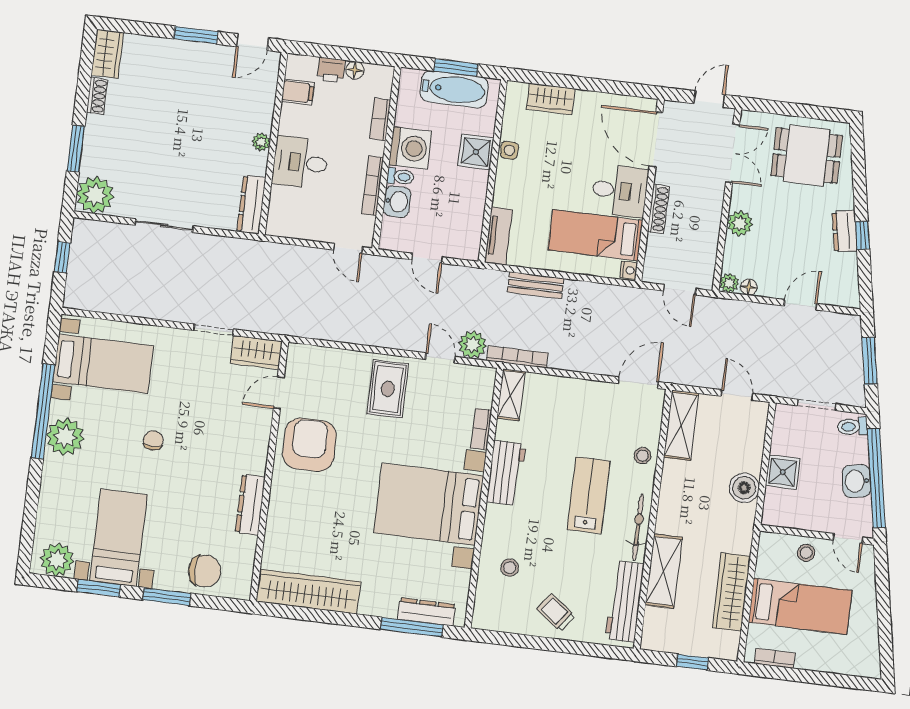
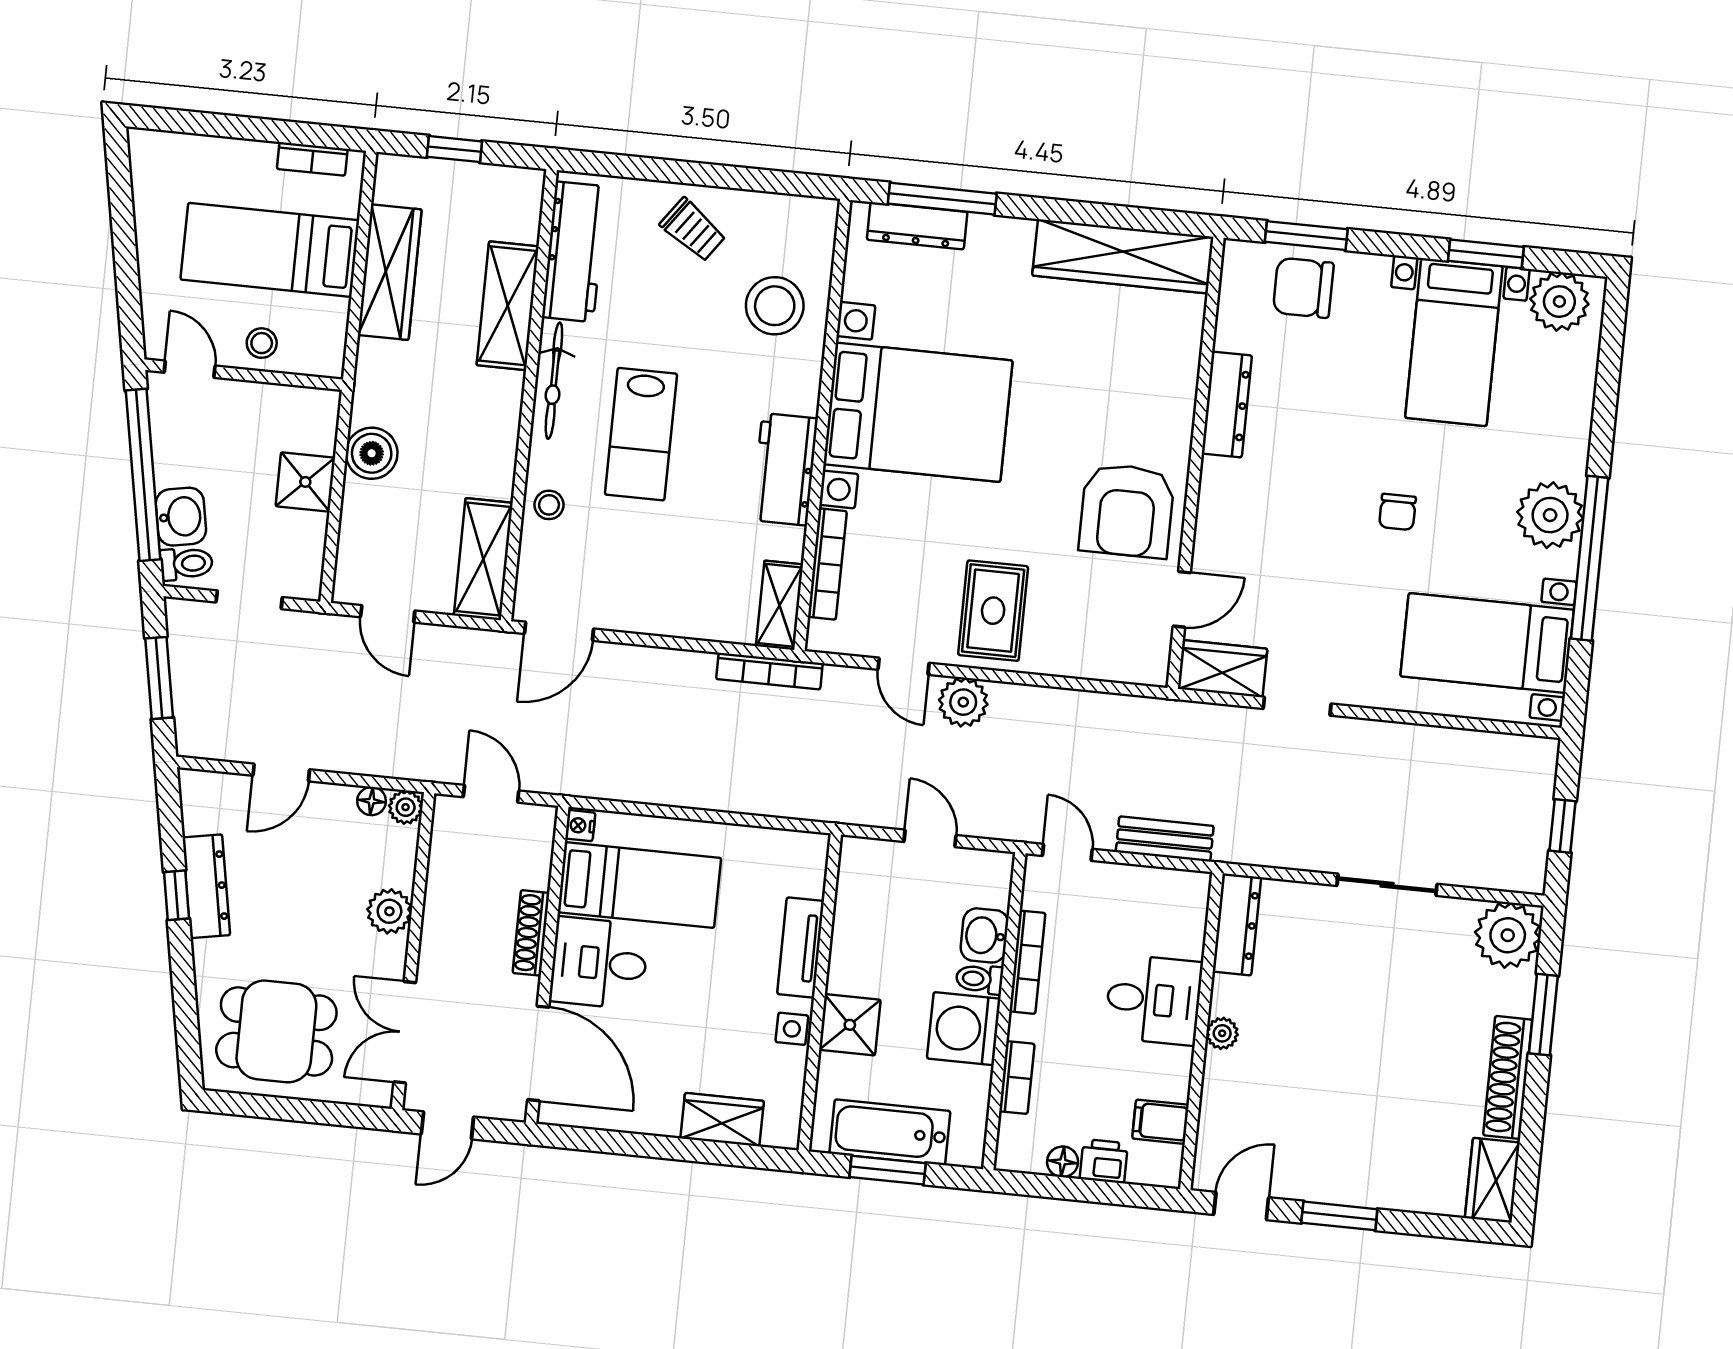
shoe rack: (97, 96) -> (1508, 1077), width x1.94, depth x1.24
dresser: (845, 231) -> (206, 886), width x1.44
tv unit: (498, 236) -> (801, 948), moved
bench: (536, 285) -> (1165, 839), moved
plant: (472, 345) -> (963, 702), moved
bookcase: (481, 429) -> (827, 564), width x1.56
washbasin: (857, 481) -> (181, 517), moved
stool: (510, 568) -> (775, 306), width x1.89, depth x1.89
window: (167, 597) -> (1306, 236), moved

